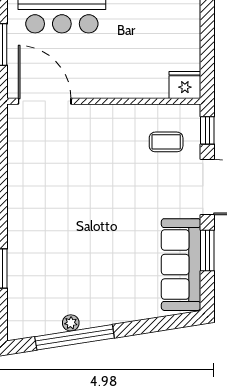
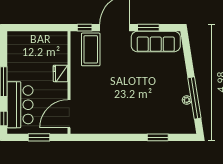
fridge: (185, 85) -> (60, 73), moved
coffee table: (166, 142) -> (91, 49), width x1.86, depth x1.72

